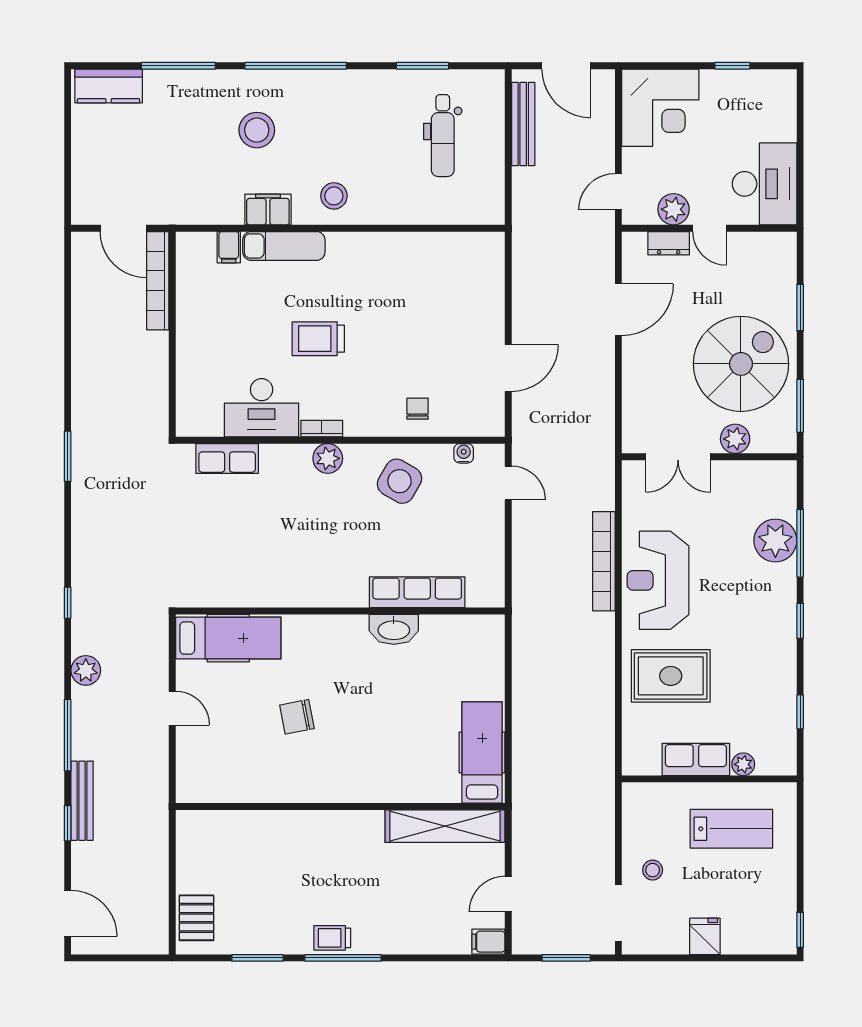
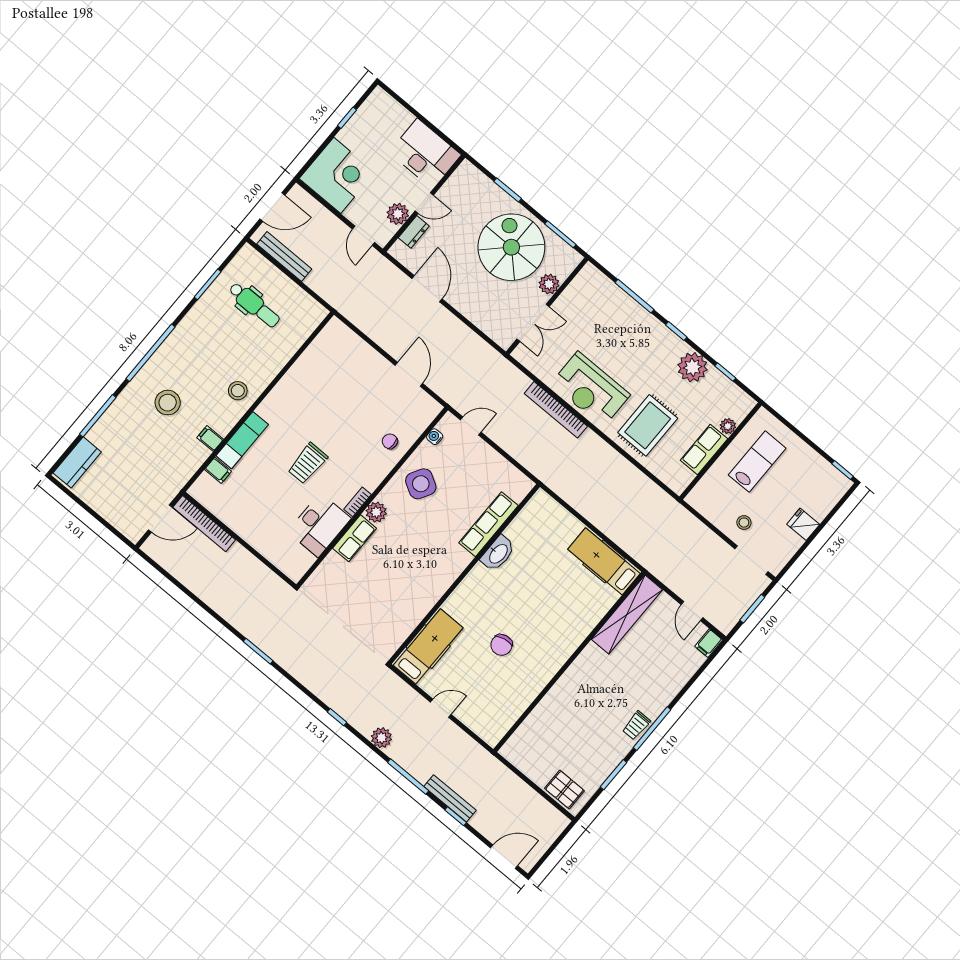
filing cabinet: (268, 209) -> (210, 438), width x0.50
row of seats: (227, 459) -> (355, 538), moved
plant: (775, 540) -> (693, 367), moved

